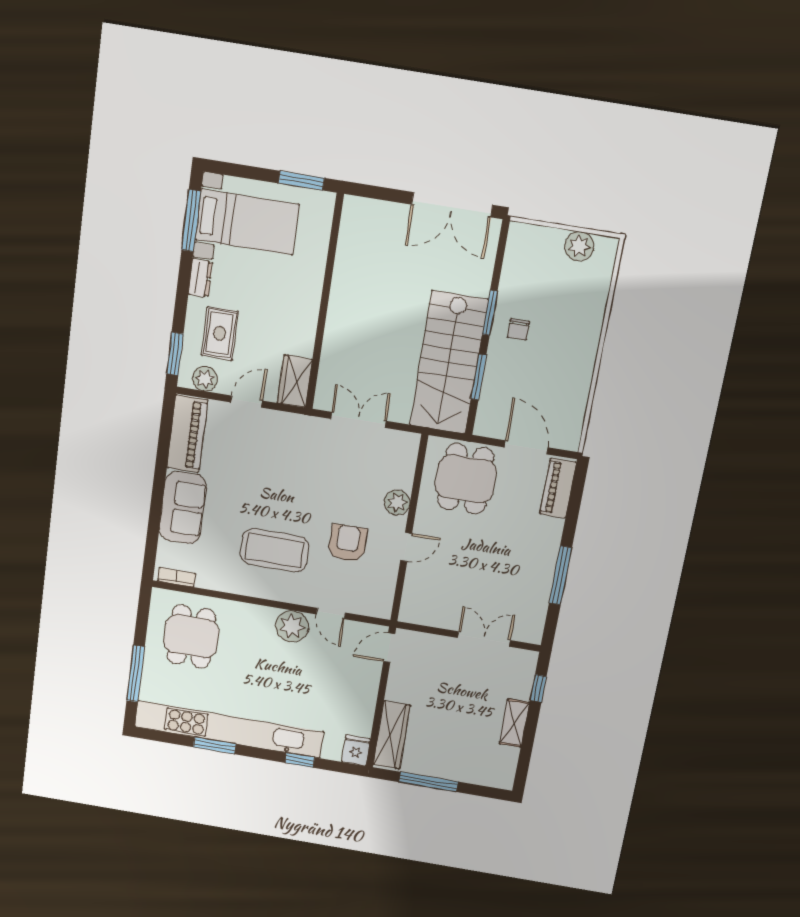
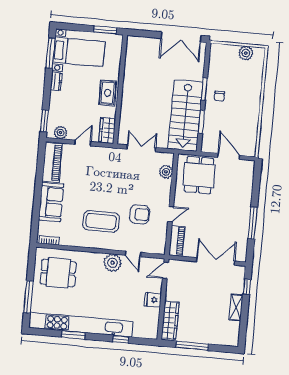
rug: (220, 333) -> (108, 93), moved
piano: (558, 488) -> (177, 241), moved, turned 180
plant: (397, 503) -> (166, 172), moved
armchair: (348, 543) -> (140, 214), turned 90
dining table: (191, 636) -> (58, 273), turned 90
double door: (484, 639) -> (216, 261), width x1.37
fridge: (356, 750) -> (153, 300), moved, turned -90

